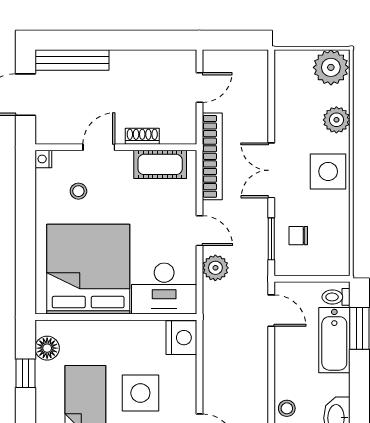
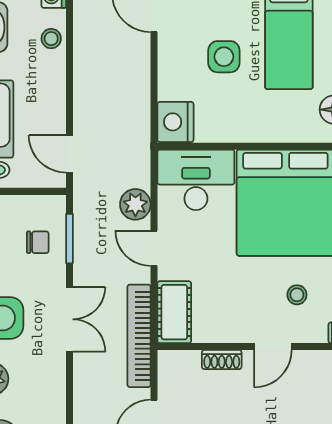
cot: (160, 164) -> (174, 312), moved, turned 90
side table: (140, 393) -> (224, 57), width x0.73, depth x0.73

